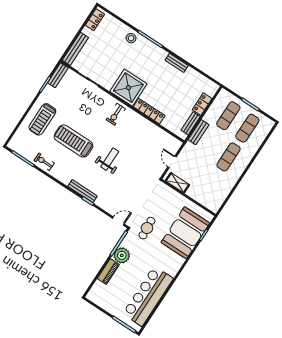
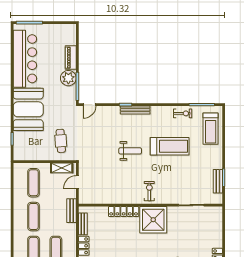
bench: (75, 49) -> (218, 223), removed
bench: (58, 75) -> (218, 181), moved
treadmill: (42, 119) -> (211, 129), moved, turned 180
bench: (199, 132) -> (72, 211), moved
weight bench: (110, 159) -> (130, 151), turned -90
door: (172, 162) -> (77, 182), swing flipped
exercise mat: (210, 186) -> (34, 183), added
cafe table: (147, 228) -> (61, 141), moved
booth: (185, 233) -> (28, 109), moved

